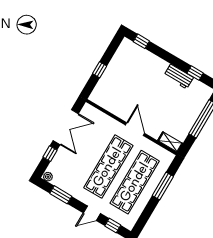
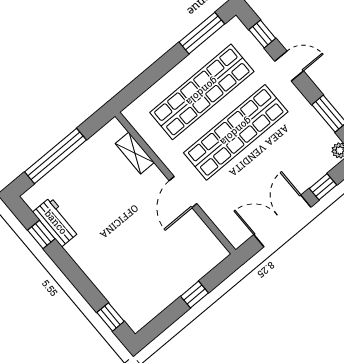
workbench: (179, 76) -> (56, 222), moved
door: (135, 129) -> (183, 192), moved
shelving: (170, 142) -> (135, 153), moved
window: (163, 186) -> (202, 33), moved

